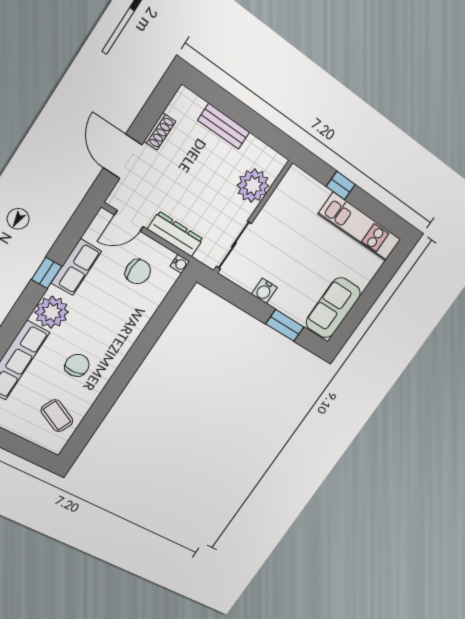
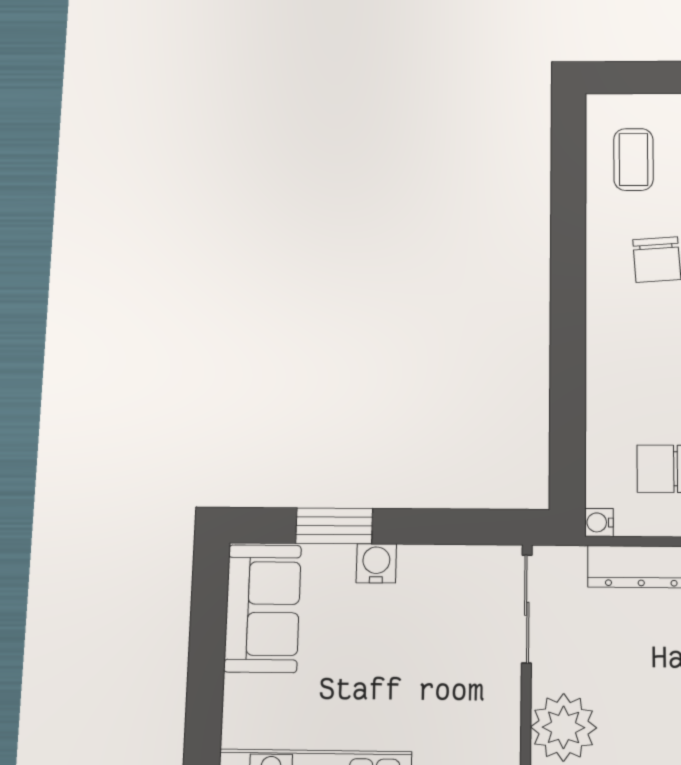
water cooler: (264, 291) -> (376, 563), moved
coffee table: (57, 416) -> (633, 159), turned 65

